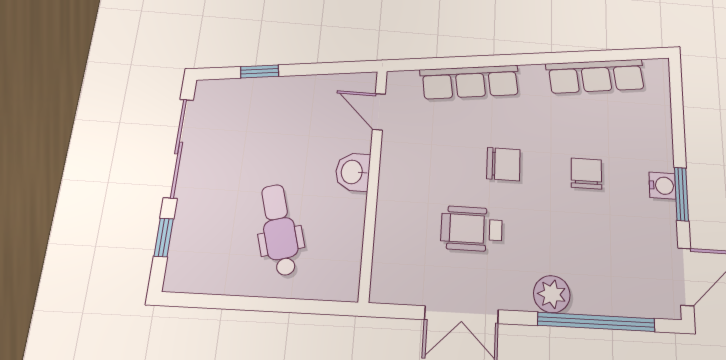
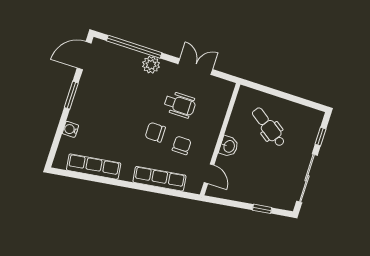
chair: (586, 174) -> (182, 145), moved, turned 180
water cooler: (662, 186) -> (70, 129), moved
dental chair: (279, 230) -> (269, 127), turned 141

